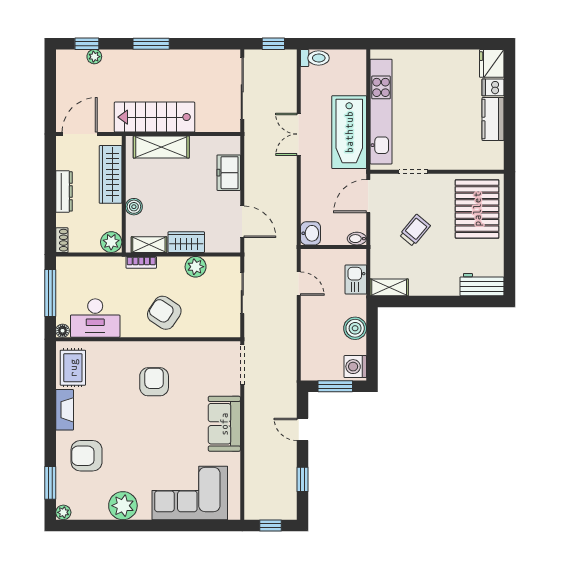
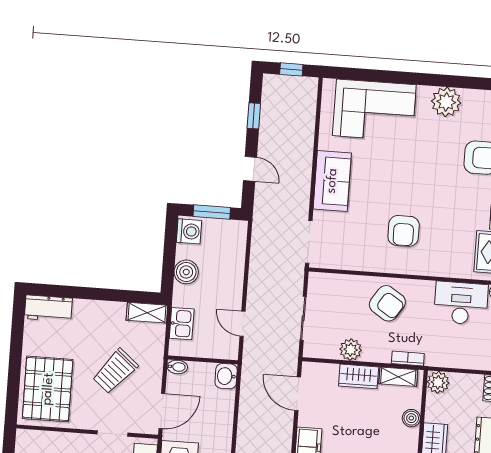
trolley: (415, 230) -> (115, 371), width x1.36, depth x1.39

